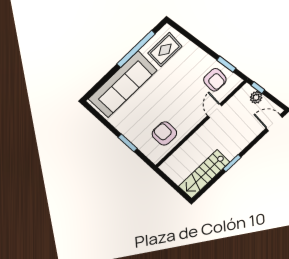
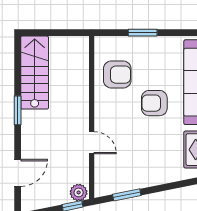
armchair: (215, 80) -> (154, 103), moved
plant: (256, 97) -> (79, 192), moved
door: (274, 123) -> (18, 173), moved

